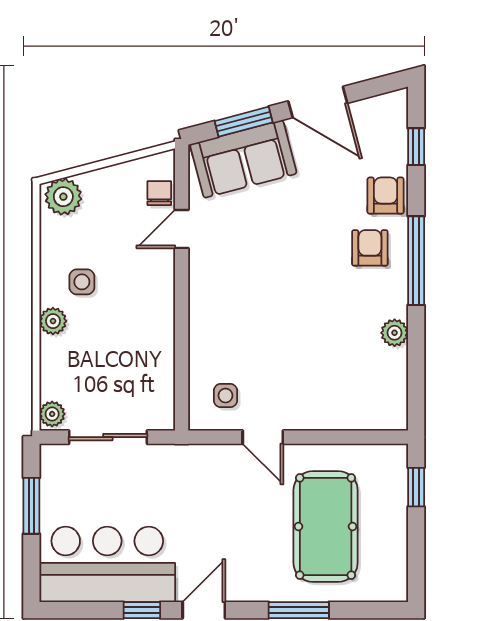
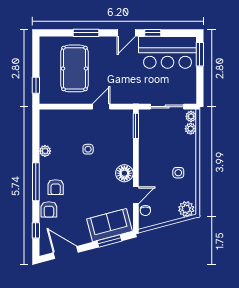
door: (318, 102) -> (66, 252), moved
floor lamp: (208, 281) -> (124, 173), added
plant: (53, 321) -> (191, 129), moved
window: (182, 392) -> (136, 126), added
side table: (225, 396) -> (88, 149), moved
door: (263, 437) -> (101, 107), hinge flipped
window: (31, 506) -> (200, 54), moved

